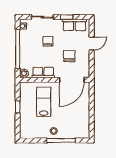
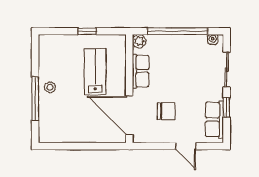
chair: (48, 41) -> (189, 78), removed
lab bench: (44, 102) -> (95, 72), turned -90

